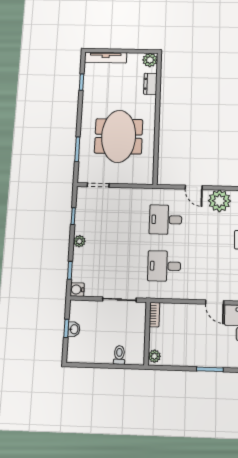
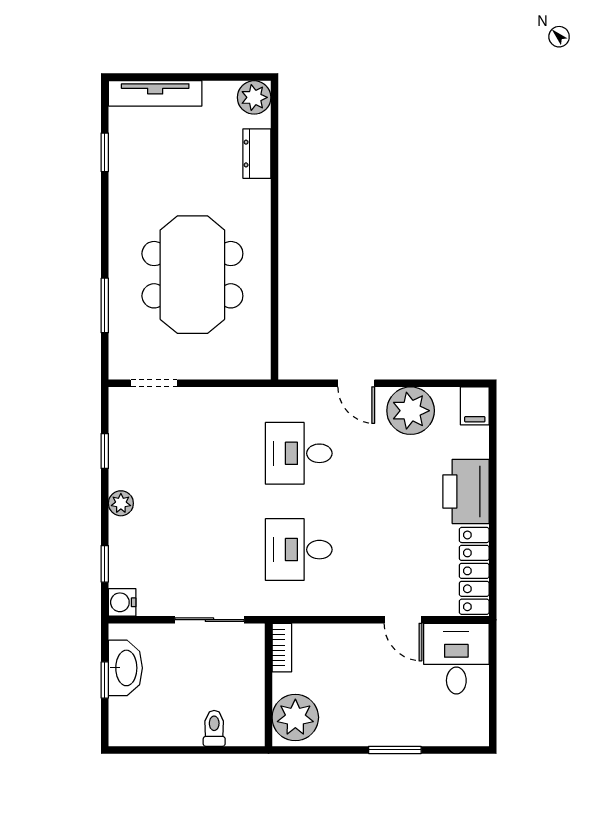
washbasin: (74, 329) -> (125, 668), width x1.91, depth x1.45
plant: (154, 356) -> (295, 717), width x1.88, depth x1.88

